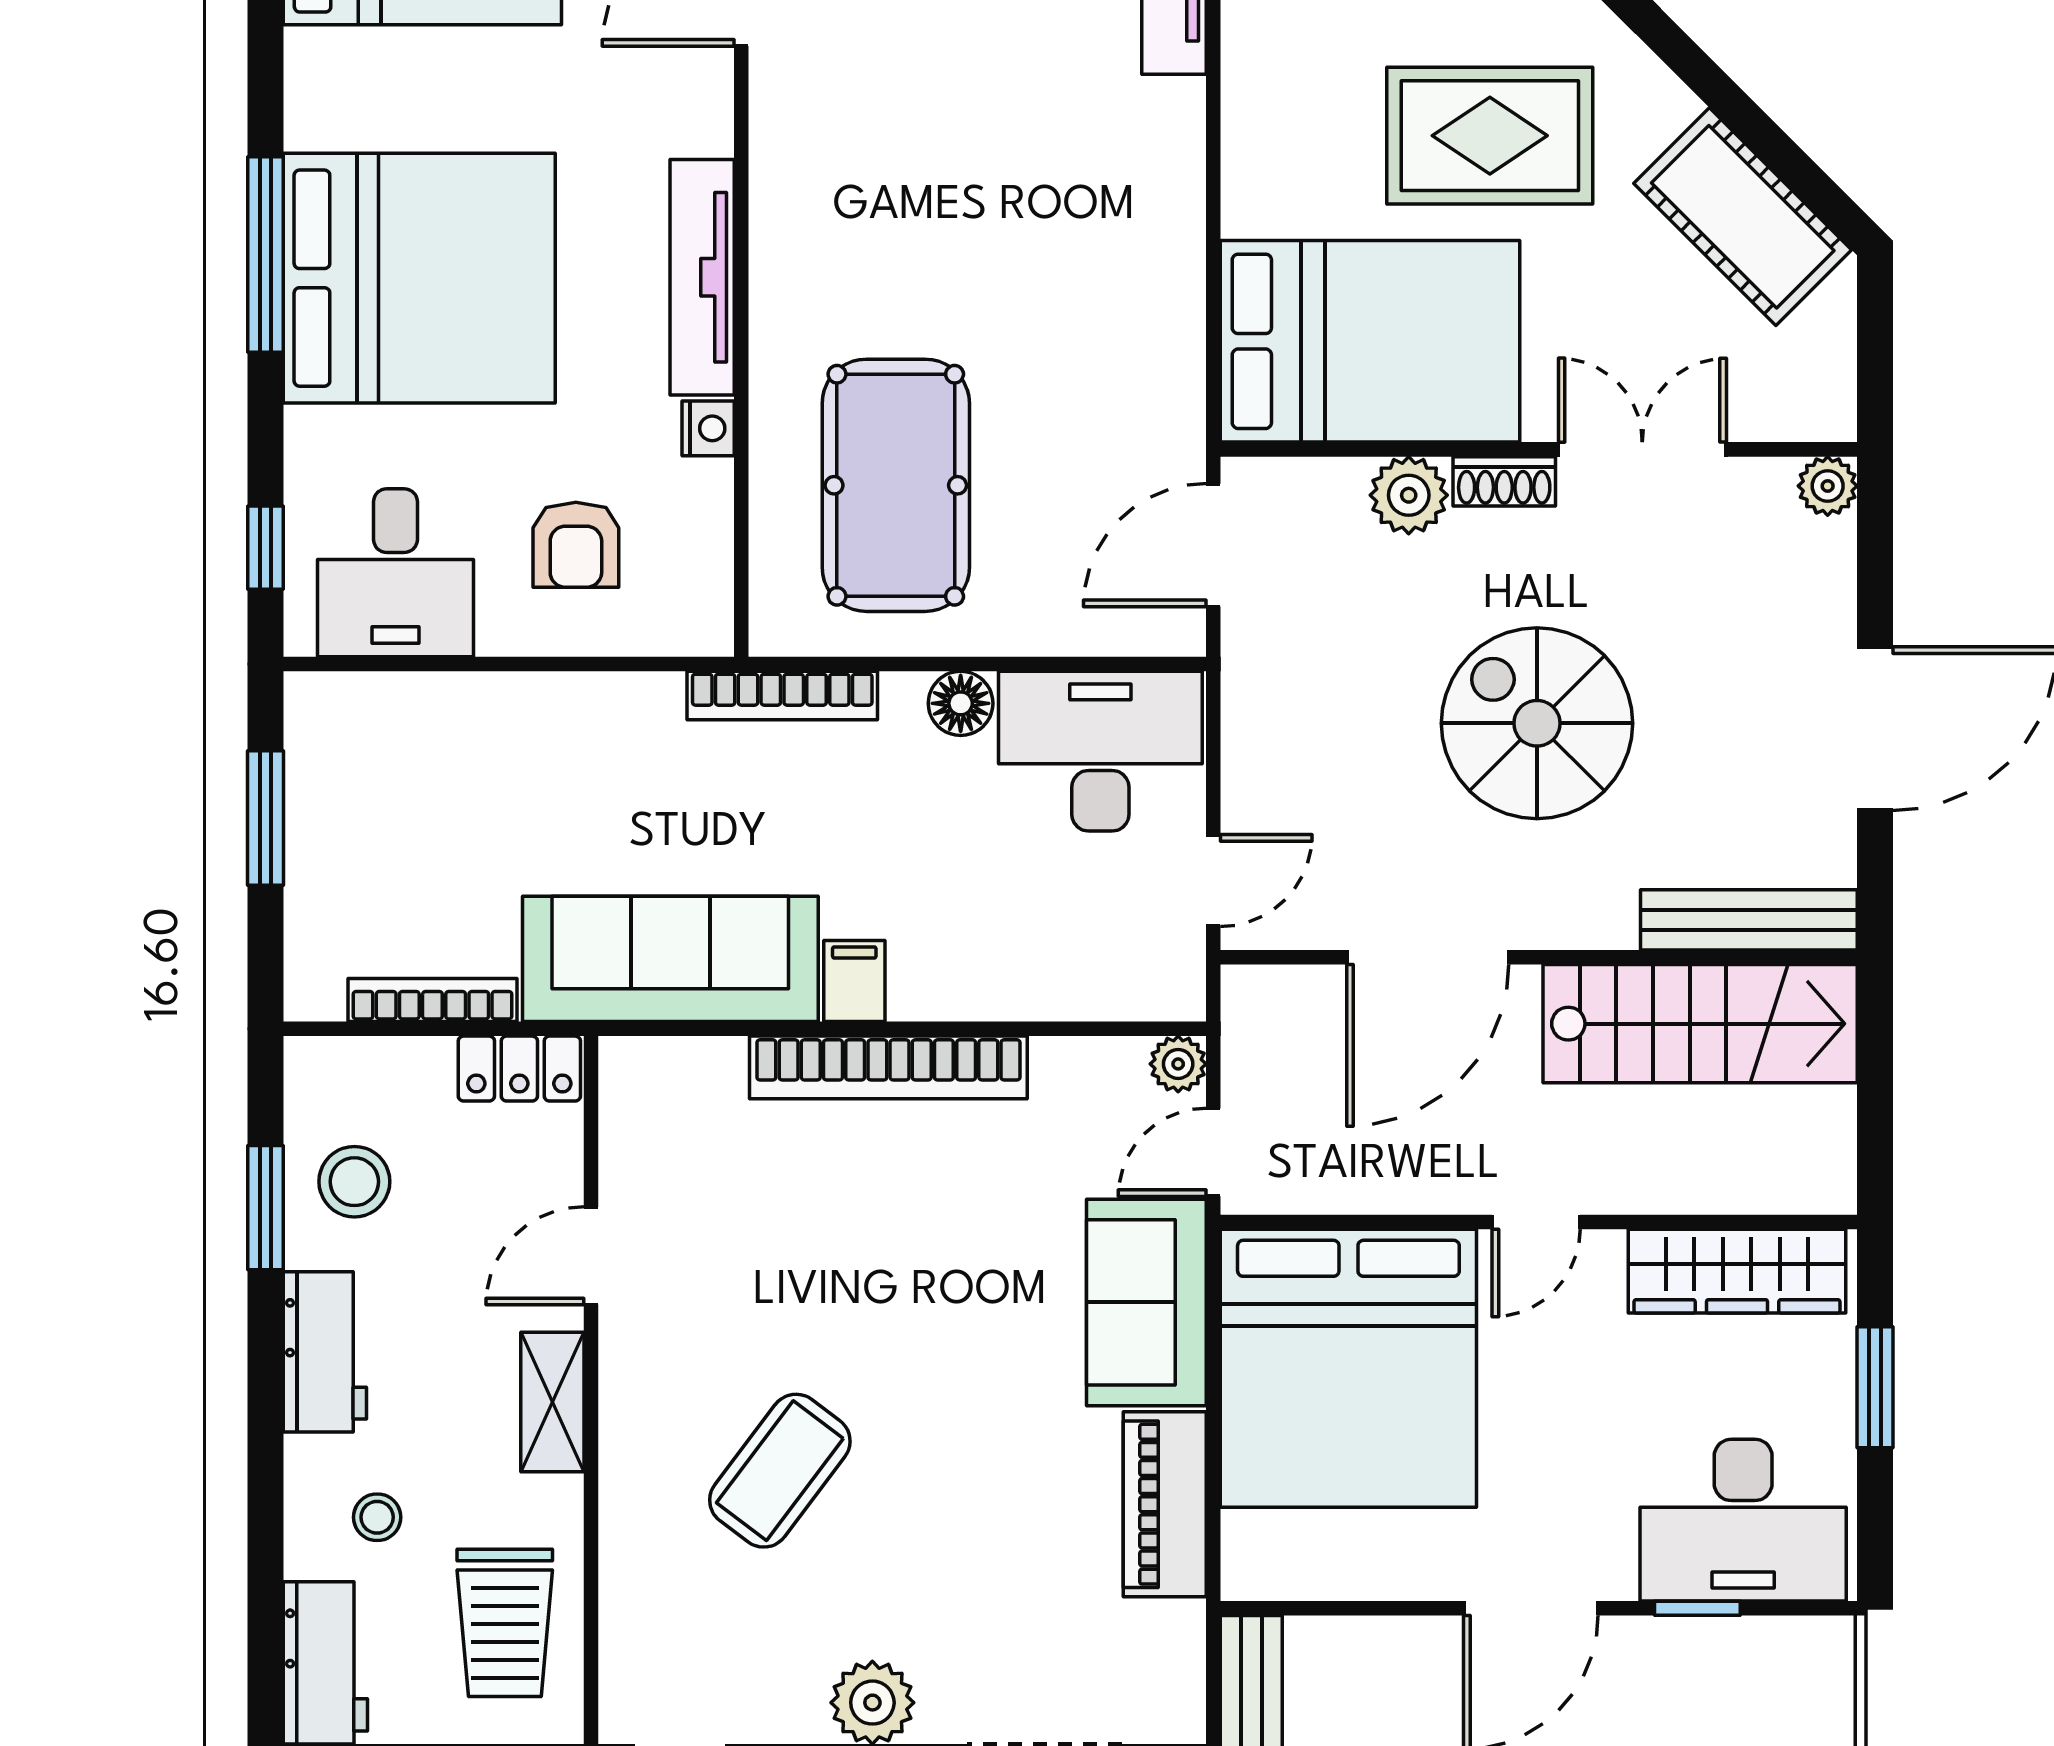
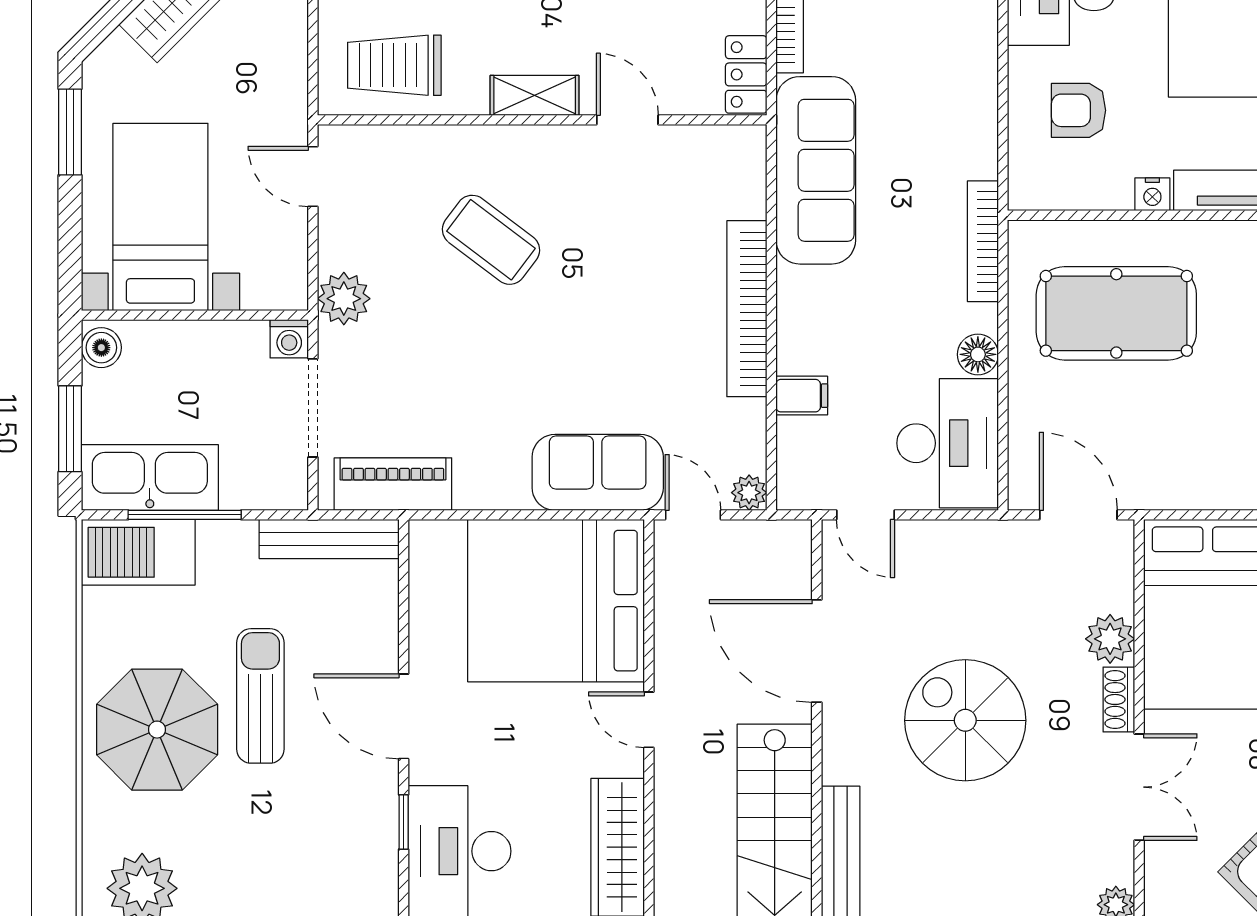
spiral stairs: (1537, 723) -> (965, 720), turned -90
filing cabinet: (854, 981) -> (802, 396), moved
piano: (1165, 1504) -> (393, 484), moved

